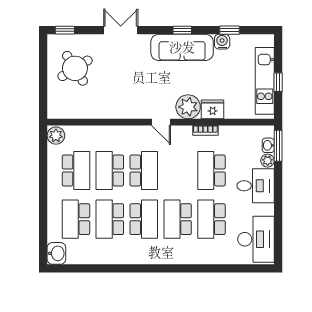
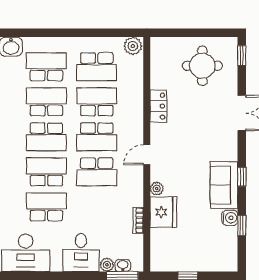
sofa: (182, 47) -> (224, 185), width x0.73
round table: (75, 68) -> (202, 66), turned 32
kitchen unit: (265, 81) -> (189, 262), removed
plant: (188, 107) -> (157, 189), width x0.53, depth x0.53
fridge: (213, 109) -> (163, 212), width x1.36, depth x1.34
locker: (114, 111) -> (158, 106), added
bookcase: (205, 130) -> (138, 220), moved
school desk: (211, 170) -> (97, 172), moved, turned 180

